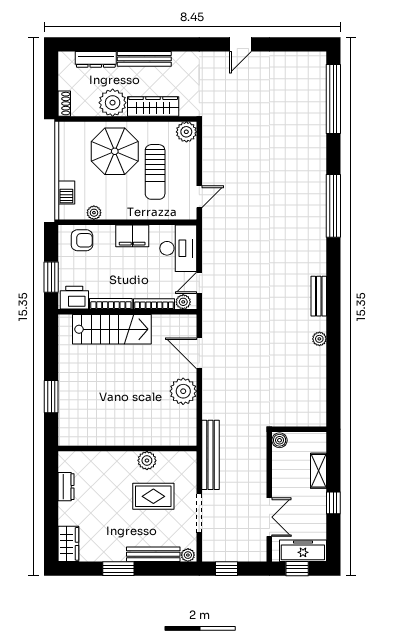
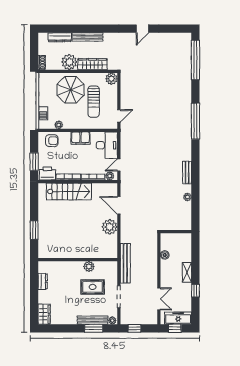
wall: (299, 429) -> (176, 232), moved
window: (118, 569) -> (94, 328), moved

